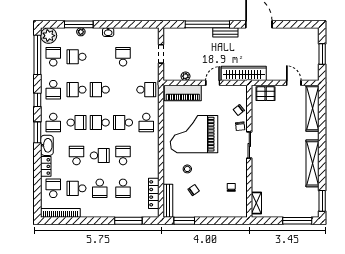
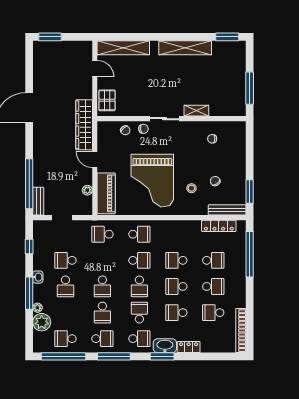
window: (79, 24) -> (29, 293), moved
window: (135, 24) -> (29, 247), added
window: (207, 24) -> (29, 184), moved
bench: (225, 32) -> (38, 201), moved
plant: (49, 36) -> (42, 322), moved
window: (322, 54) -> (50, 37), moved
school desk: (77, 57) -> (65, 286), moved
door: (294, 83) -> (95, 69), swing flipped
school desk: (146, 90) -> (102, 234), turned -90
window: (37, 100) -> (114, 356), width x2.17
school desk: (123, 123) -> (139, 260), turned -90
window: (37, 132) -> (162, 356), moved
school desk: (100, 155) -> (176, 286), turned -90
school desk: (53, 188) -> (213, 339), removed
school desk: (77, 188) -> (213, 313), turned 90
shelving: (256, 203) -> (196, 111), moved
window: (128, 221) -> (250, 254), width x1.46
window: (297, 221) -> (250, 88), moved

